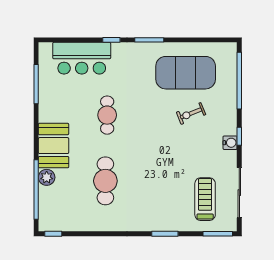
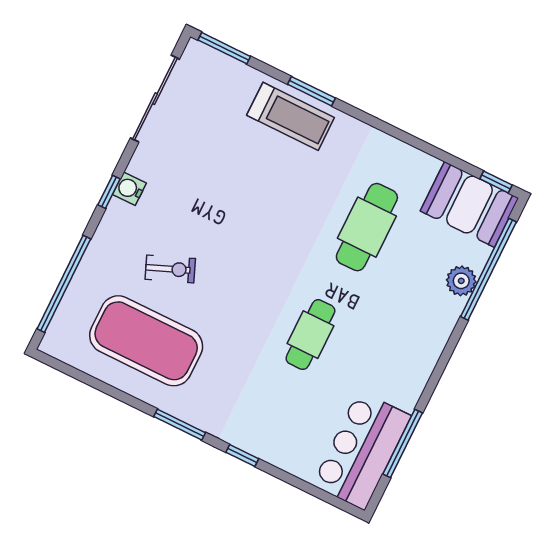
bar counter: (82, 58) -> (362, 450), moved, turned -90
booth: (54, 146) -> (469, 205), moved, turned 90
treadmill: (205, 199) -> (291, 116), moved, turned -90

